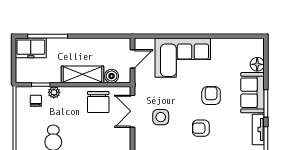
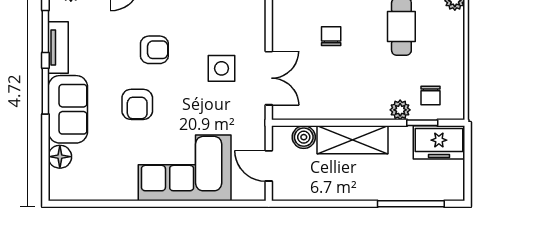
freezer: (31, 48) -> (439, 142), moved, turned 180
door: (133, 59) -> (269, 166), hinge flipped
chair: (98, 102) -> (331, 36), moved, width x0.54, depth x0.54

